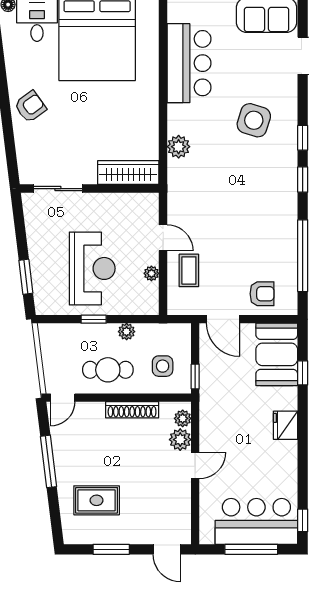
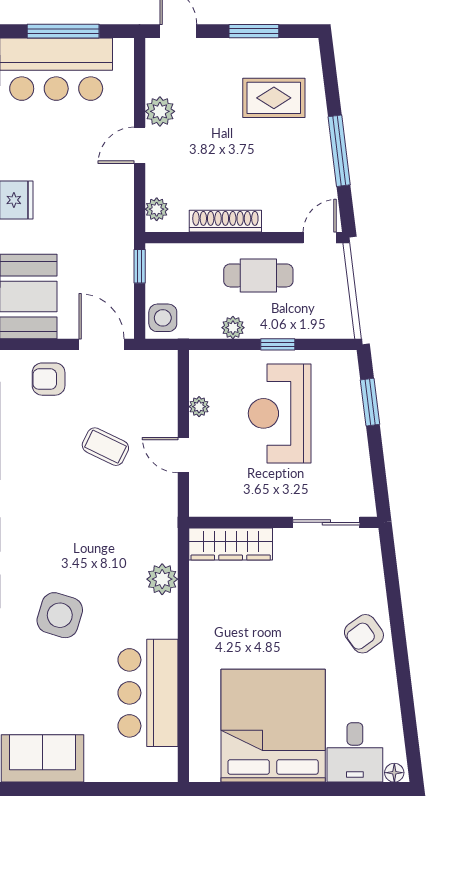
coffee table: (189, 270) -> (105, 447), moved, turned -64
side table: (163, 366) -> (163, 318), moved
plant: (180, 440) -> (160, 111), moved

